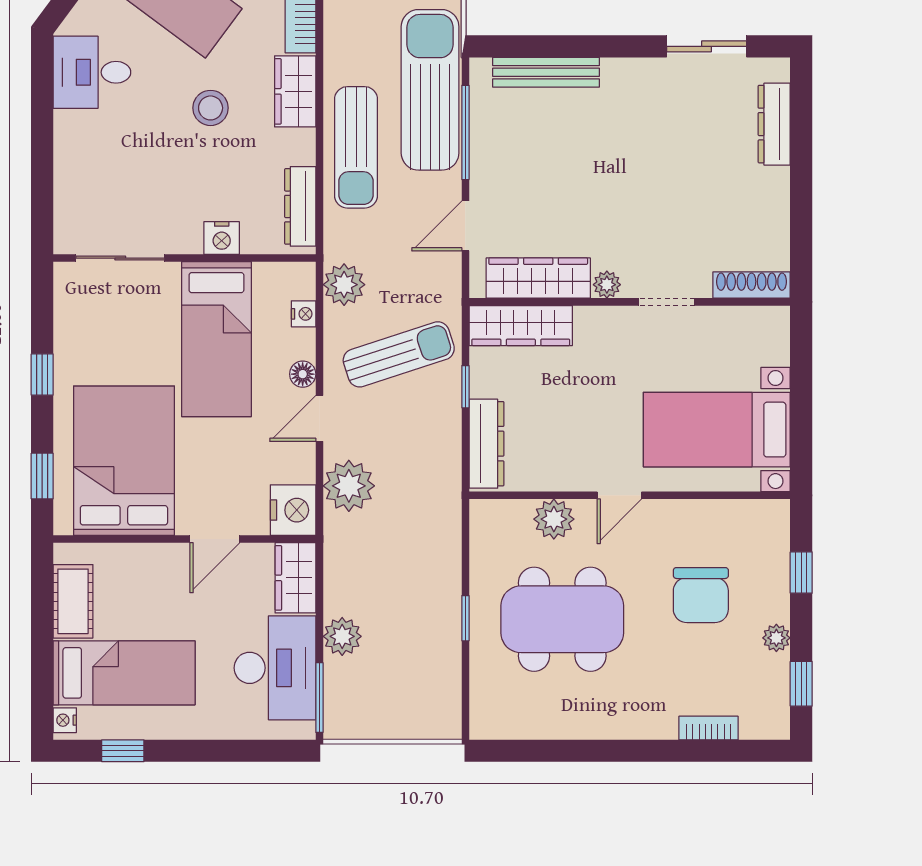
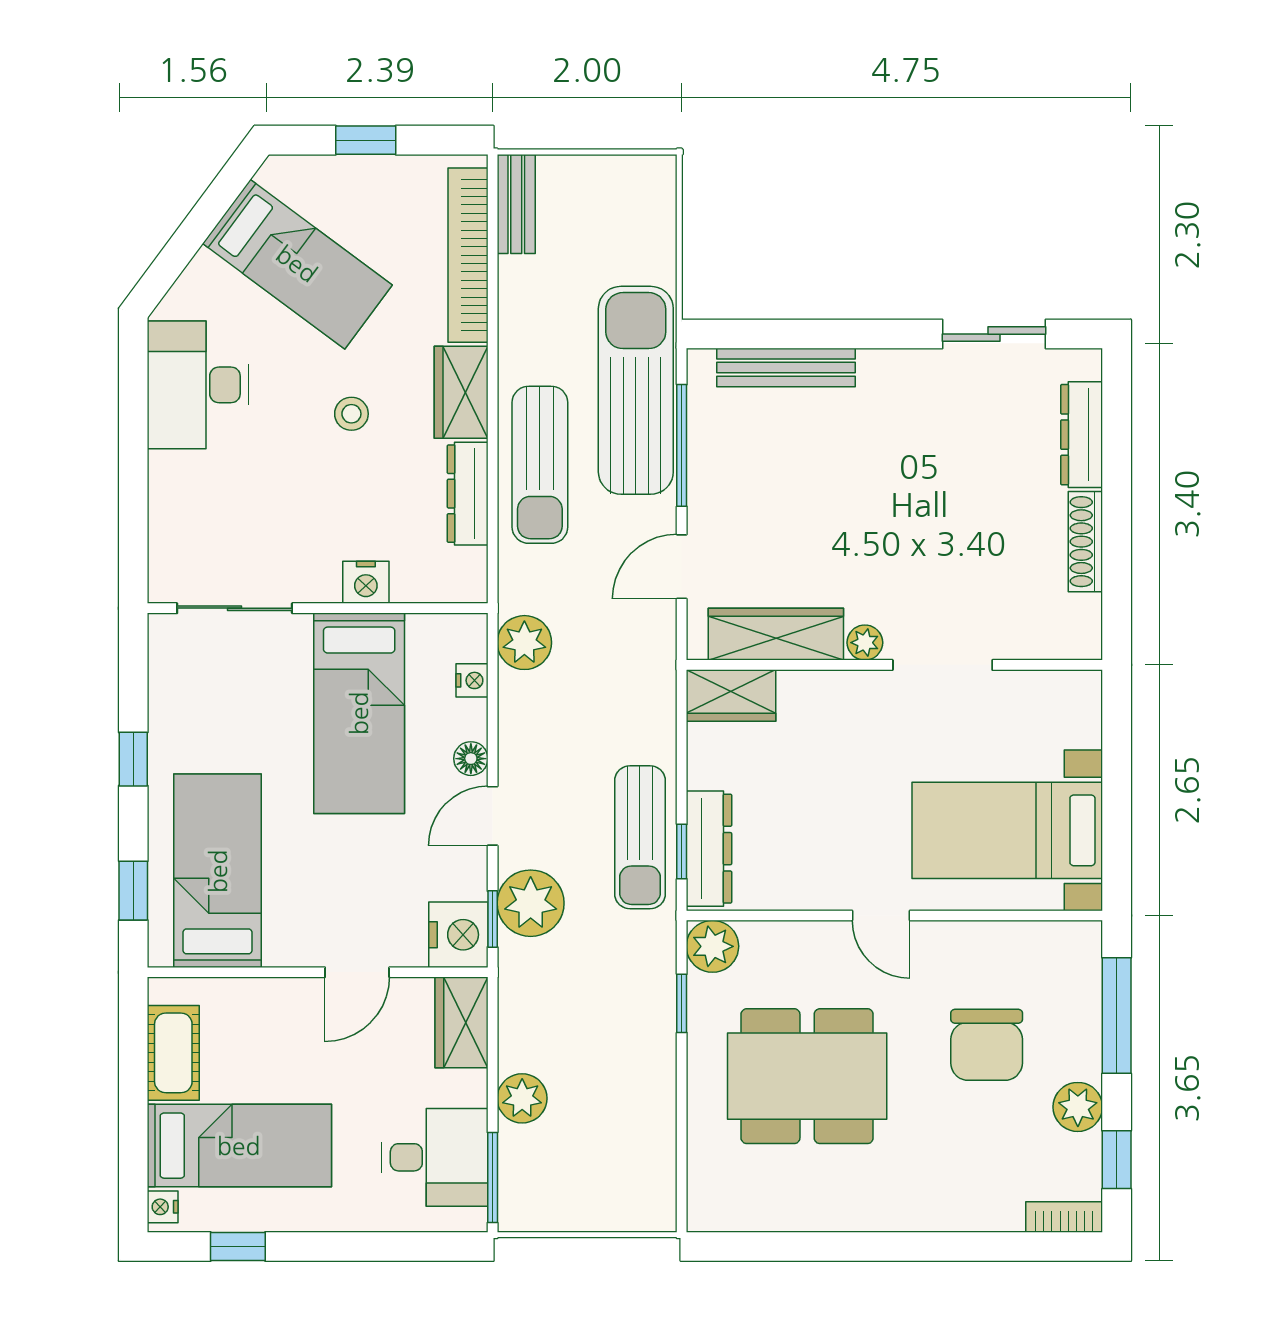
desk: (92, 72) -> (198, 385), width x1.37
stool: (211, 108) -> (351, 414), width x0.73, depth x0.73
dresser: (300, 206) -> (468, 494), moved
shoe rack: (752, 285) -> (1085, 542), moved, turned -90
doorway: (667, 302) -> (943, 665), width x1.38
wardrobe: (521, 326) -> (731, 696), width x0.67
sun lounger: (399, 354) -> (640, 837), moved, turned 108
window: (465, 387) -> (682, 852), moved
bed: (124, 461) -> (218, 871), width x0.67
door: (619, 495) -> (881, 916), hinge flipped
window: (319, 498) -> (493, 919), added
plant: (554, 519) -> (712, 946), moved
window: (801, 573) -> (1117, 1016), width x2.17
window: (465, 618) -> (682, 1003), moved
plant: (776, 638) -> (1078, 1107), width x1.38, depth x1.38
desk: (275, 668) -> (435, 1157), width x0.73
bookcase: (708, 728) -> (1064, 1217), moved

